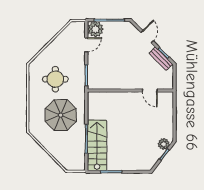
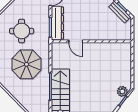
dresser: (94, 71) -> (57, 23), added
door: (150, 90) -> (76, 41), moved

